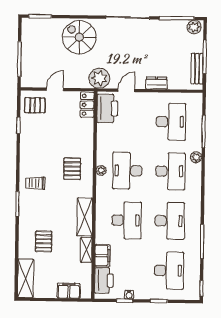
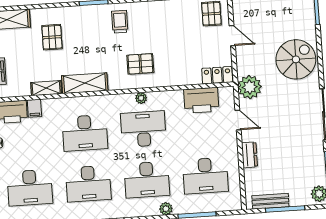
printer: (107, 108) -> (201, 100), moved
pallet: (44, 241) -> (52, 37), turned 90
filing cabinet: (102, 256) -> (34, 108), width x0.50

